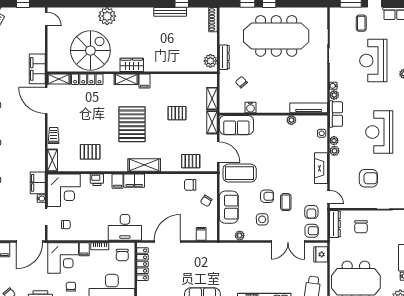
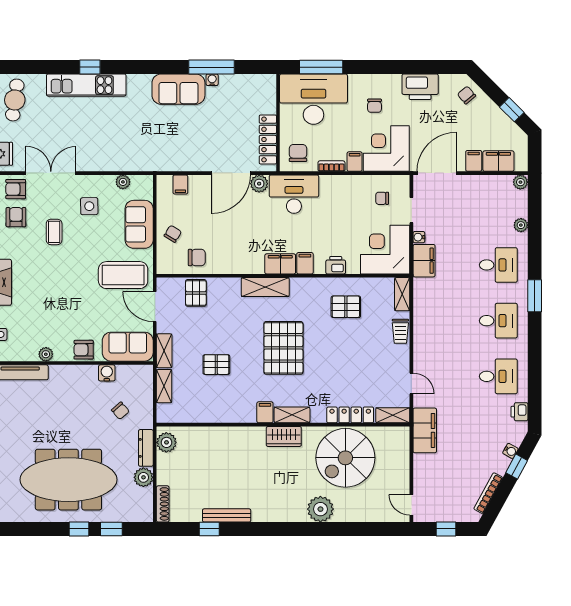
plant: (226, 37) -> (143, 477), added
door: (46, 100) -> (411, 383), width x0.53
pallet: (191, 161) -> (196, 293), turned 90
armchair: (267, 196) -> (84, 350), moved
plant: (148, 234) -> (259, 184), added

